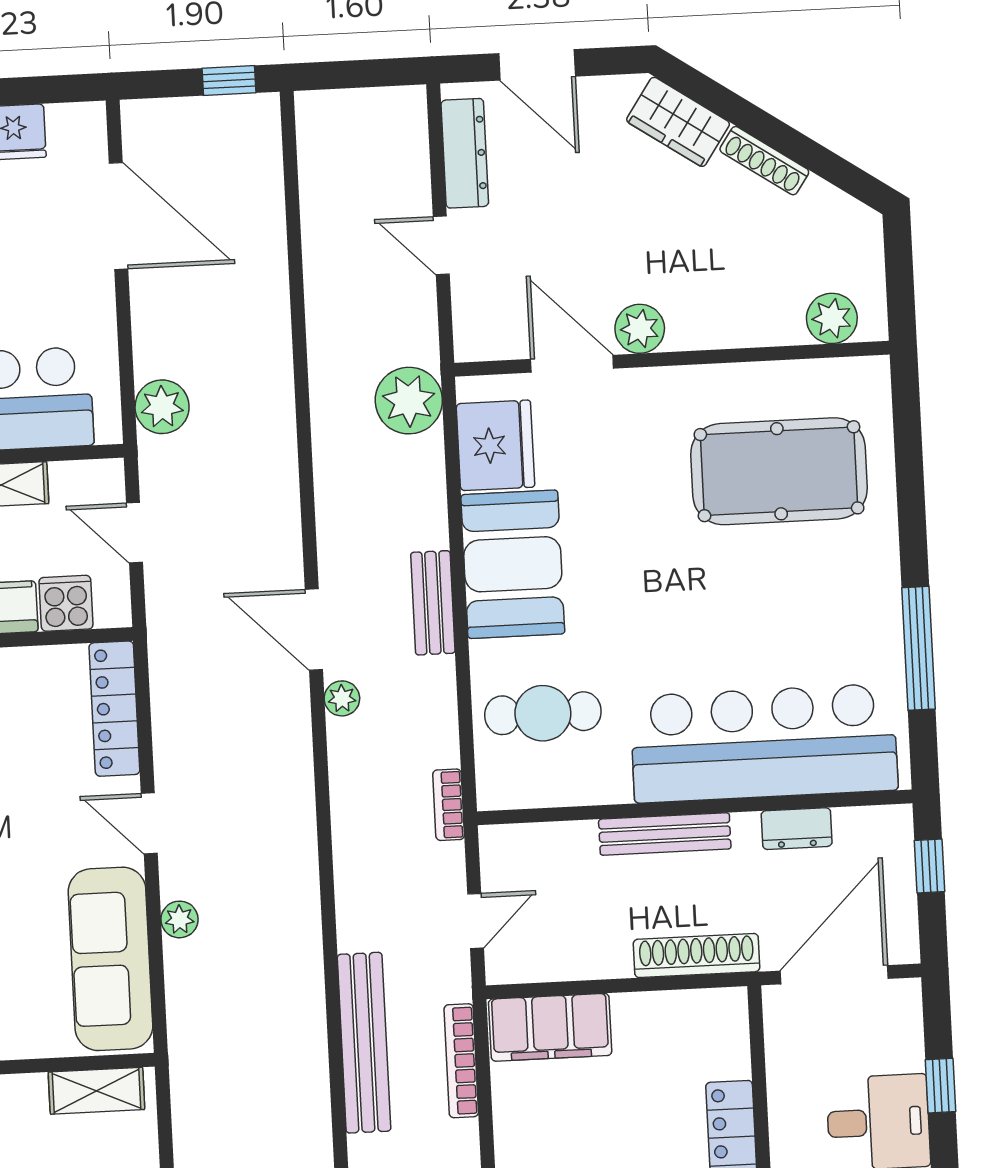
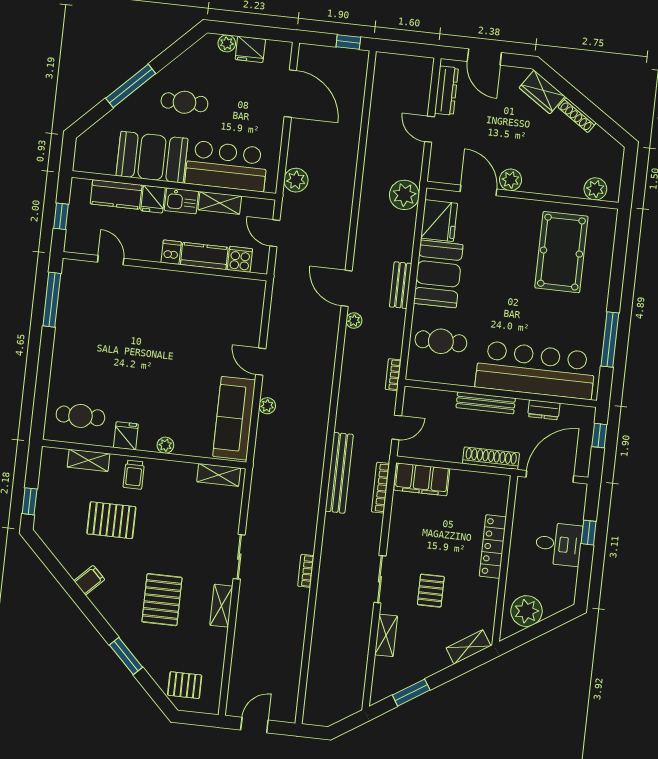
pool table: (779, 471) -> (561, 252), turned 90
locker: (114, 709) -> (254, 309), removed

